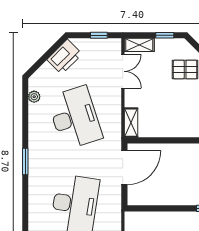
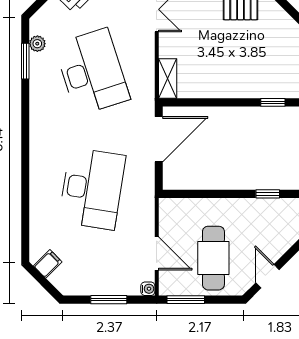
window: (25, 162) -> (25, 61), moved

